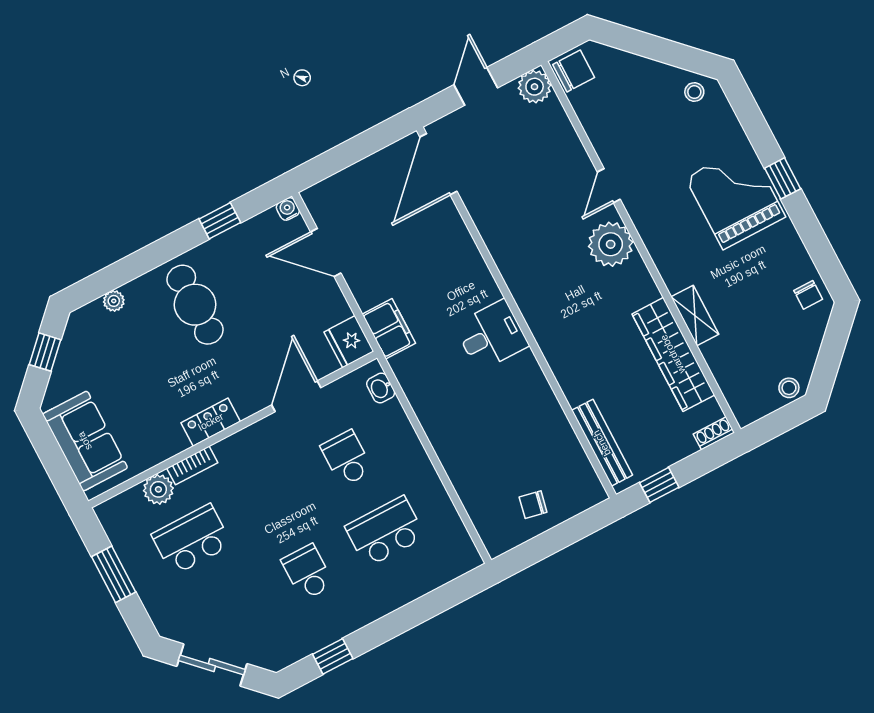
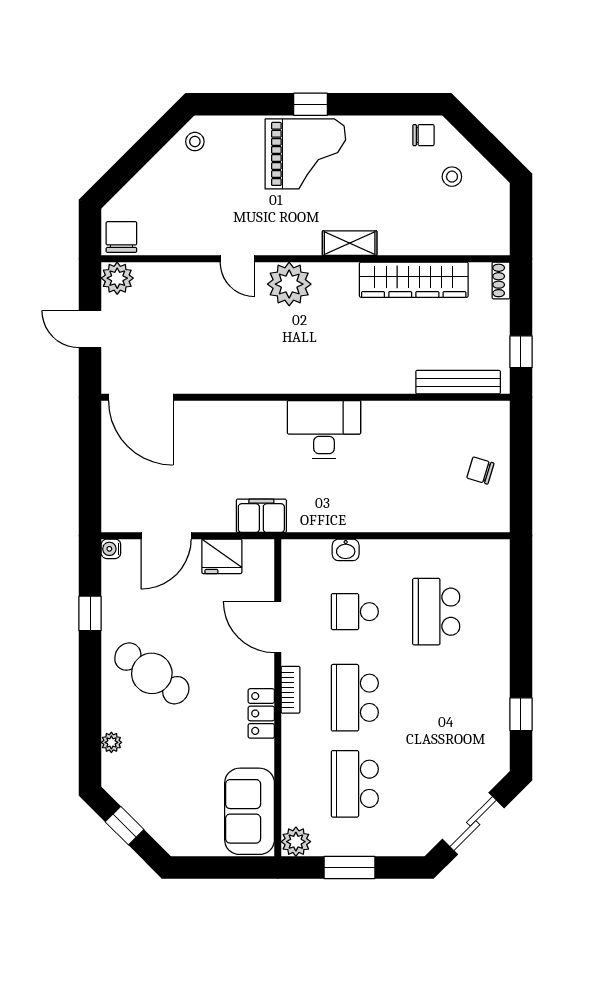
grand piano: (735, 197) -> (305, 154), turned 180
cafe table: (195, 305) -> (152, 673), turned 35
shelving: (695, 316) -> (350, 243), moved
desk: (491, 335) -> (324, 429), width x1.37
fridge: (349, 342) -> (222, 556), moved
washbasin: (381, 388) -> (346, 550), moved
stool: (789, 388) -> (452, 177), moved
sofa: (85, 441) -> (250, 811), moved, turned -90
bookcase: (192, 465) -> (291, 690), moved
plant: (158, 489) -> (296, 842), moved
chair: (533, 505) -> (480, 470), turned 95
school desk: (308, 572) -> (355, 698), moved, width x1.85

